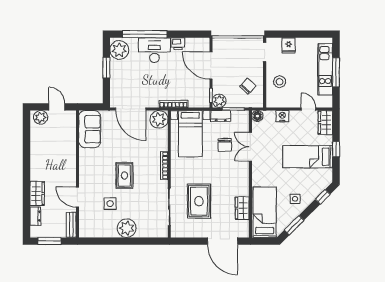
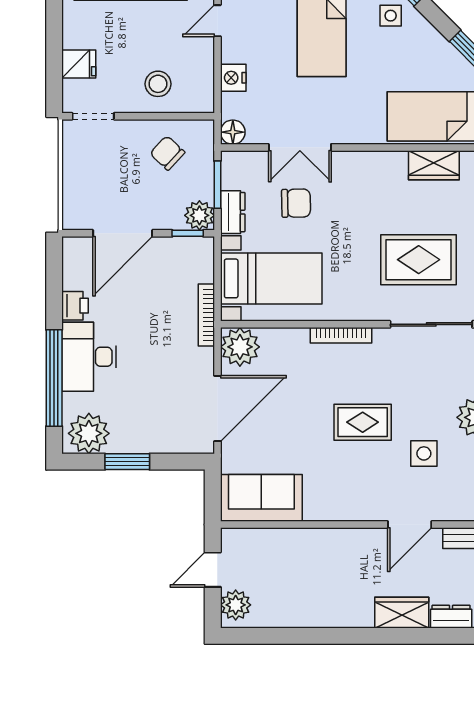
side table: (295, 199) -> (391, 16), moved

